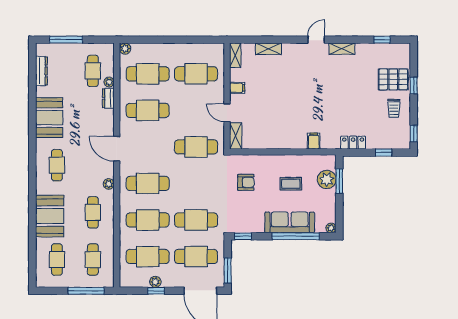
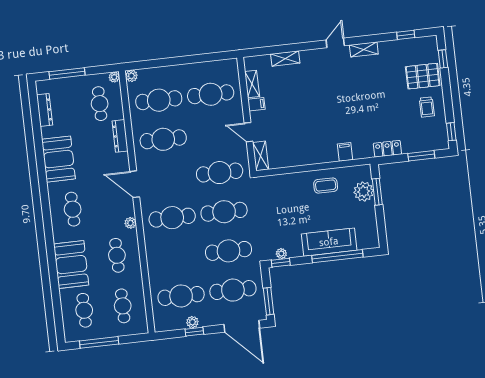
shelving: (235, 55) -> (252, 84), moved
plant: (109, 82) -> (114, 77), moved
window: (414, 85) -> (443, 59), moved
dresser: (108, 98) -> (120, 136), width x1.44
window: (384, 153) -> (421, 156), width x1.50
armchair: (246, 182) -> (277, 204), removed
coffee table: (291, 184) -> (326, 186), moved
cafe table: (148, 220) -> (224, 212), moved
plant: (331, 228) -> (281, 254), moved
window: (86, 291) -> (99, 342), moved

